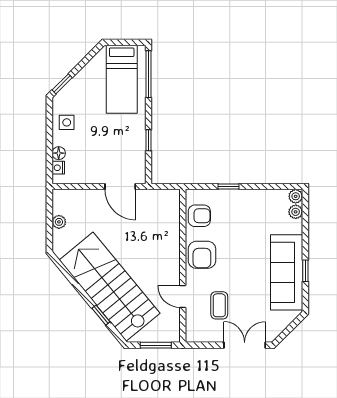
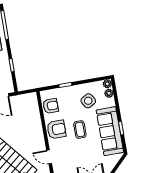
side table: (261, 218) -> (88, 101), added
armchair: (202, 255) -> (56, 129), turned -90
coffee table: (219, 305) -> (80, 129), moved

